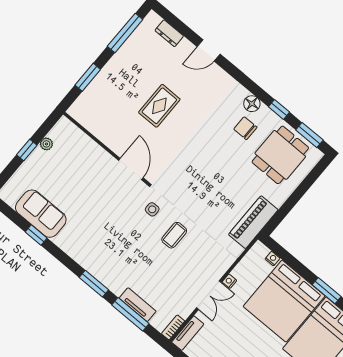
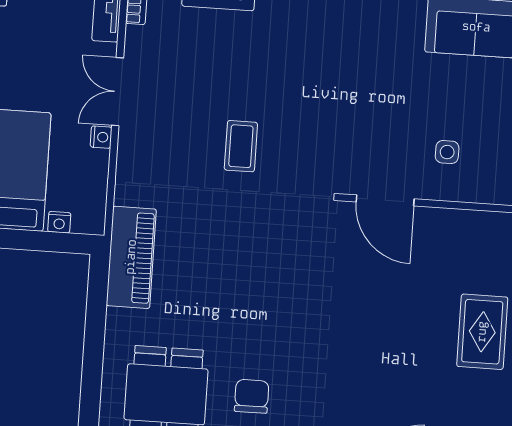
rug: (159, 106) -> (482, 332), moved
chair: (245, 128) -> (252, 396), turned -90
side table: (152, 209) -> (447, 152), moved

